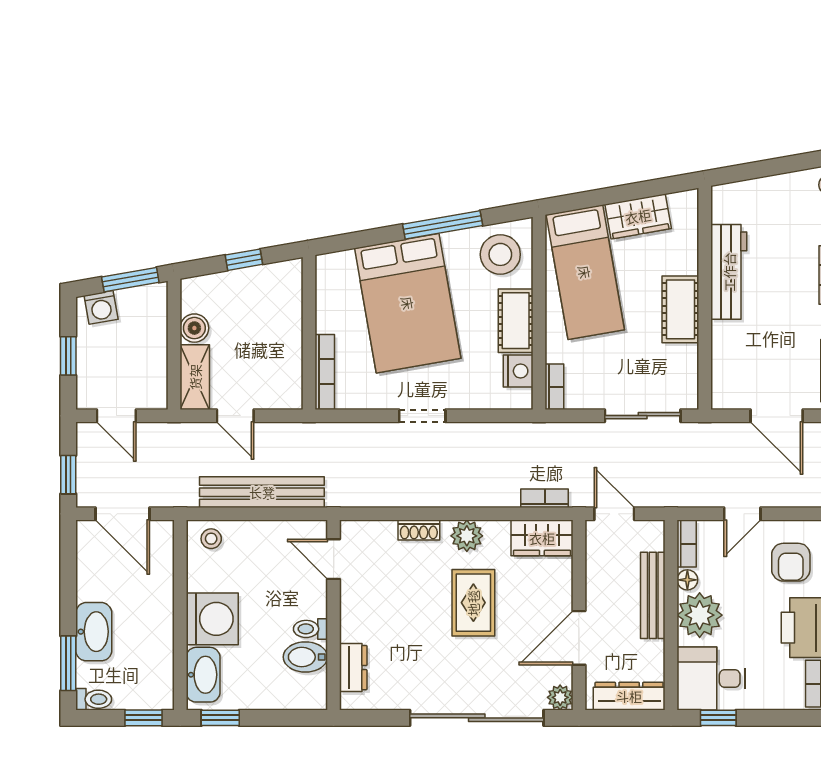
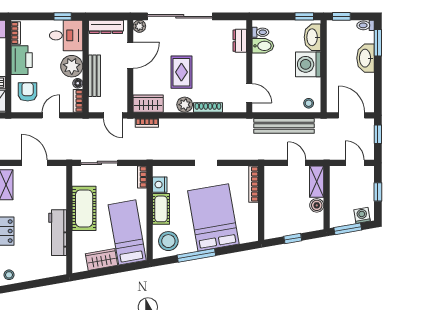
cot: (680, 309) -> (84, 208), width x1.37, depth x1.34
shoe rack: (419, 530) -> (208, 107), width x1.43
toilet: (310, 629) -> (260, 32), moved

